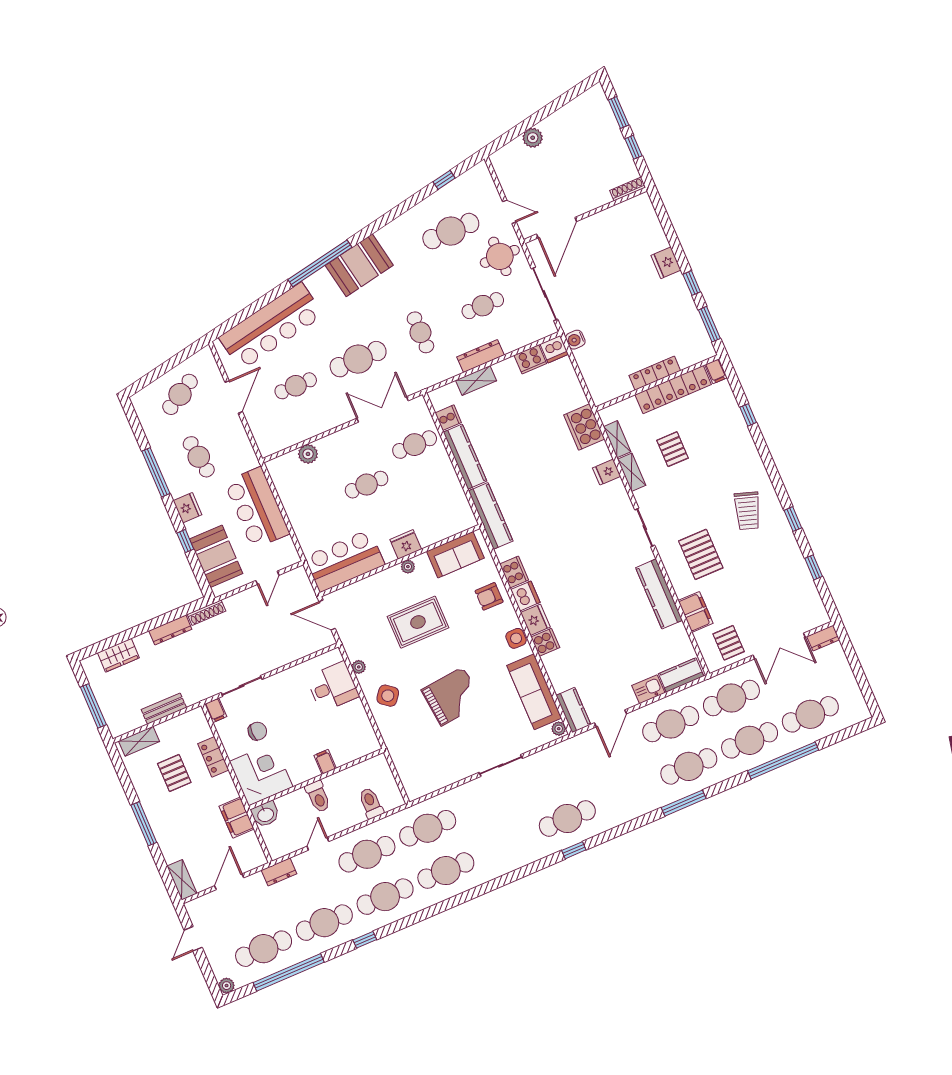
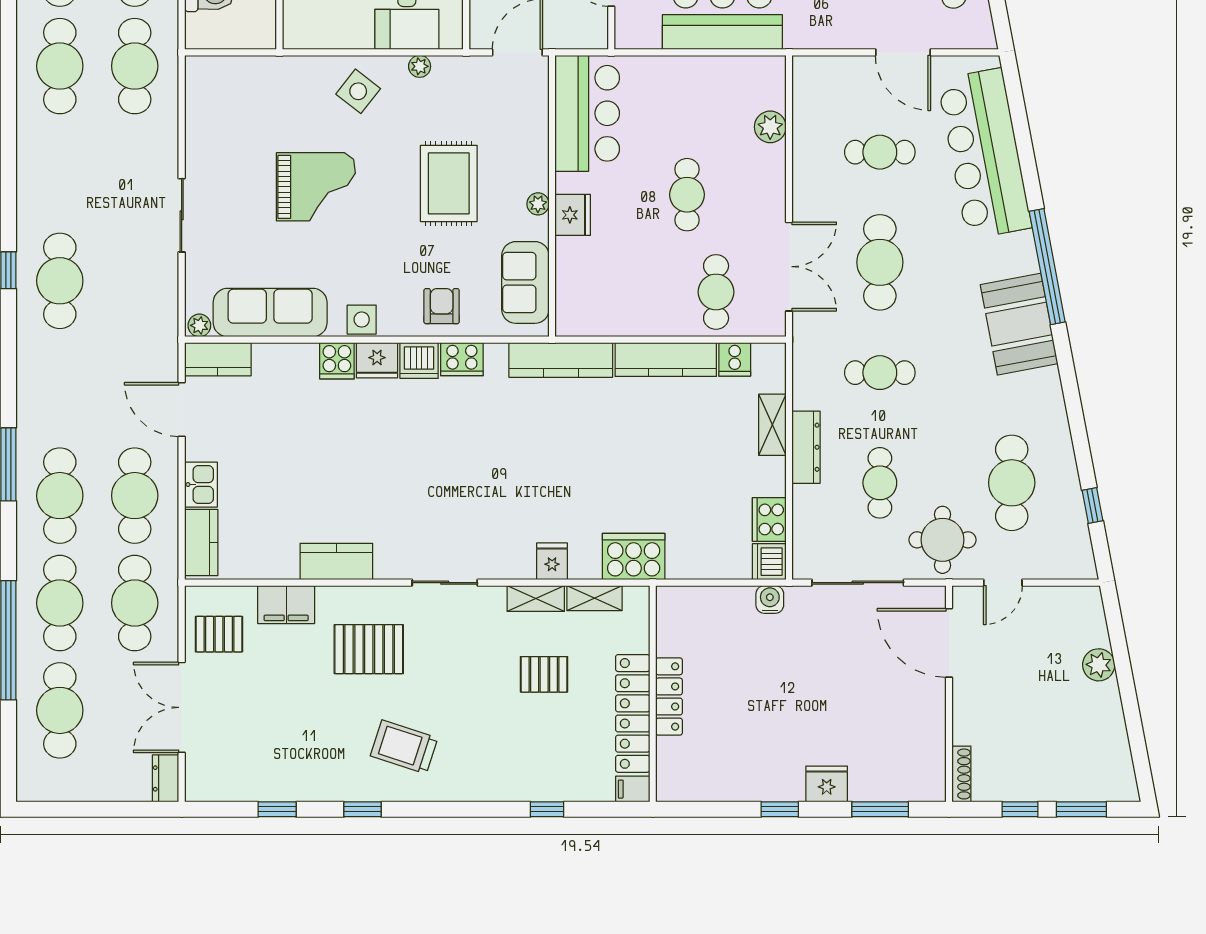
window: (709, 324) -> (880, 809), moved
cafe table: (296, 386) -> (880, 152), turned 90
kitchen counter: (659, 594) -> (336, 562), width x0.67
grand piano: (452, 696) -> (316, 187), turned -84

